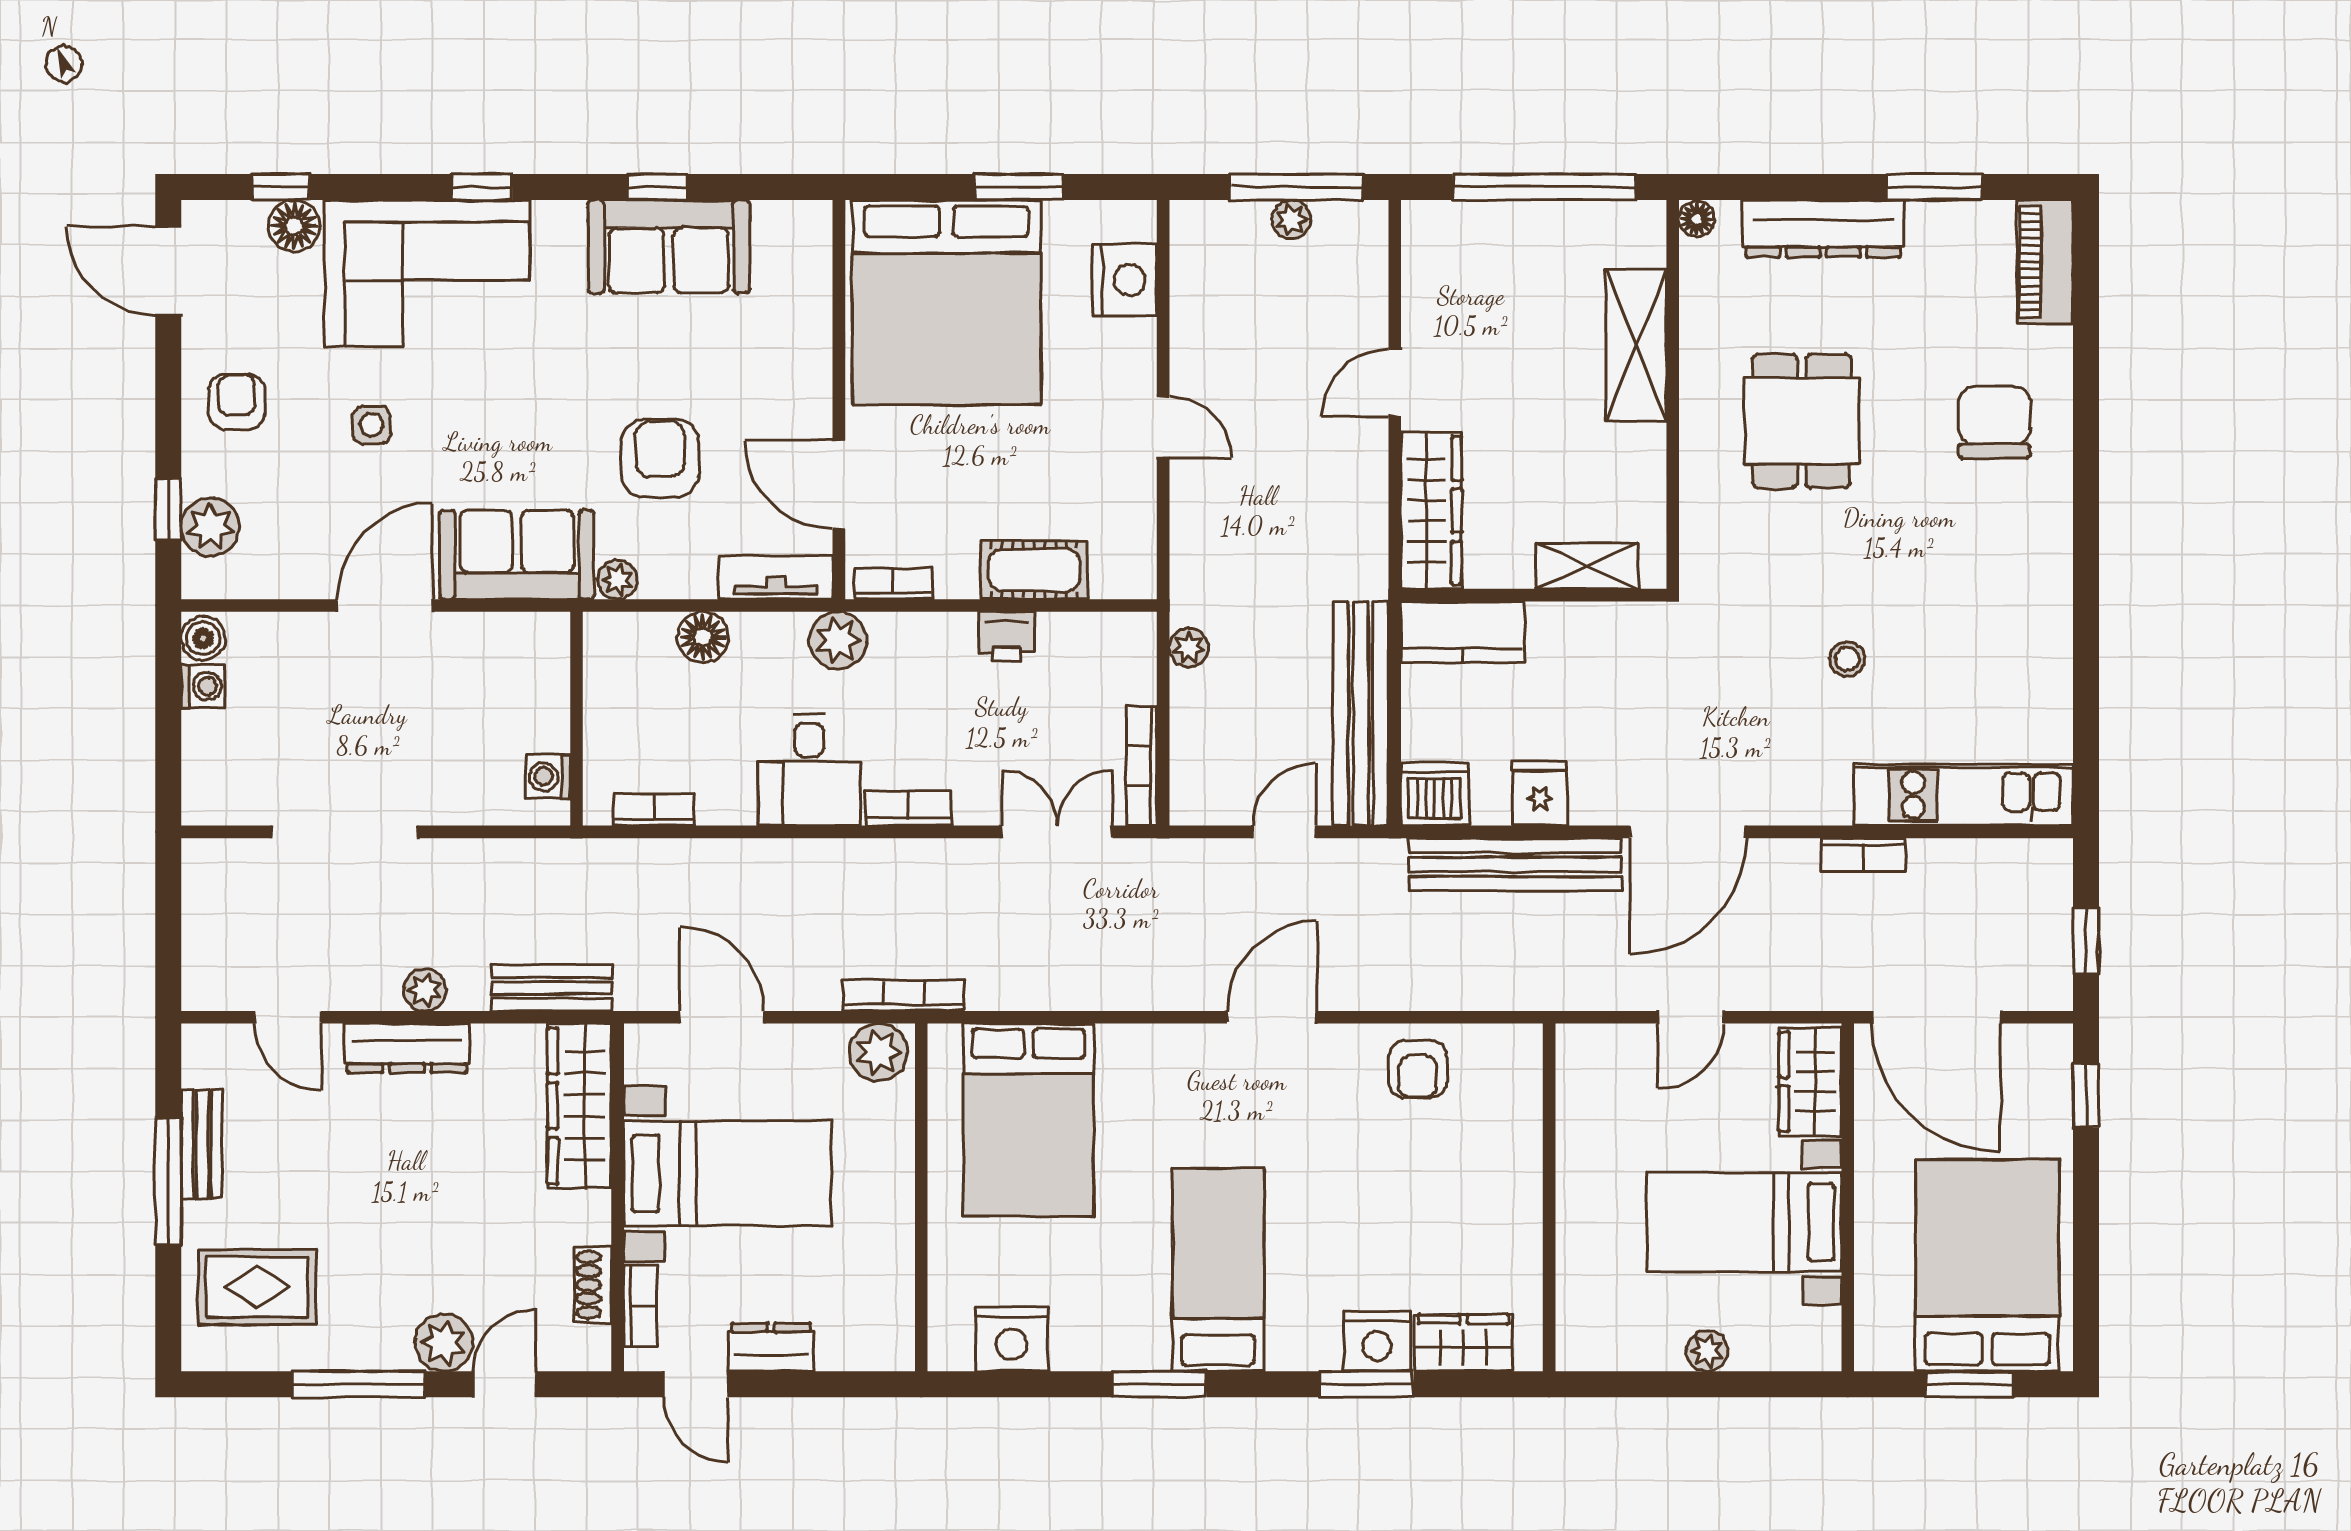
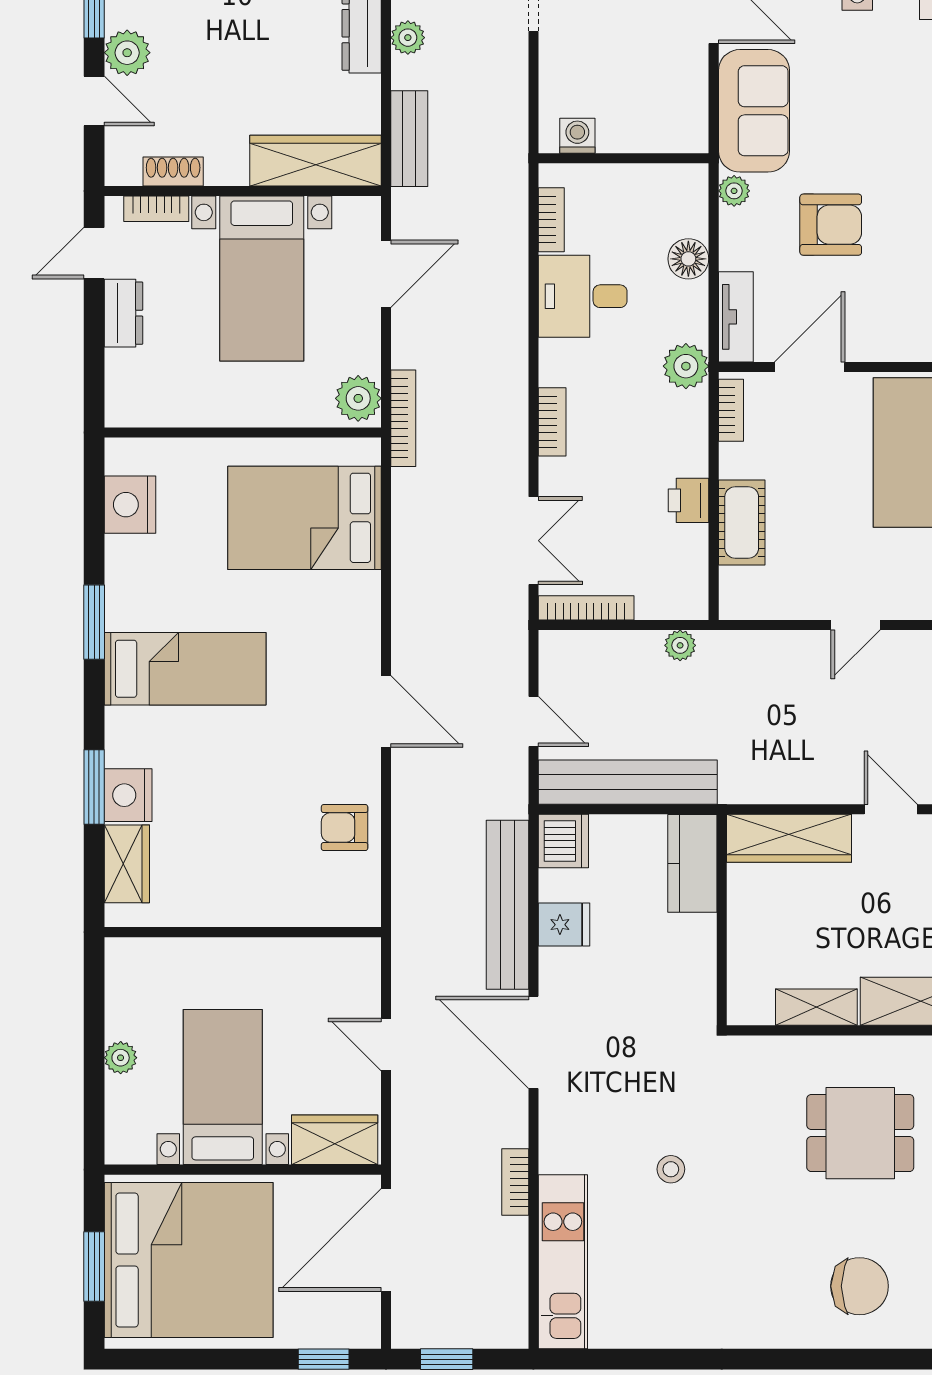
shelving: (1587, 566) -> (816, 1007), moved, turned 90
desk: (809, 770) -> (583, 296), moved
bed: (1987, 1265) -> (189, 1260), width x1.36

